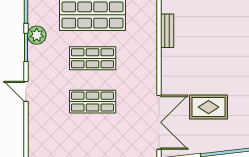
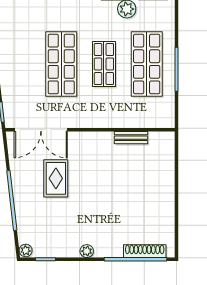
shop shelf: (93, 102) -> (61, 64), width x1.43, depth x1.36

